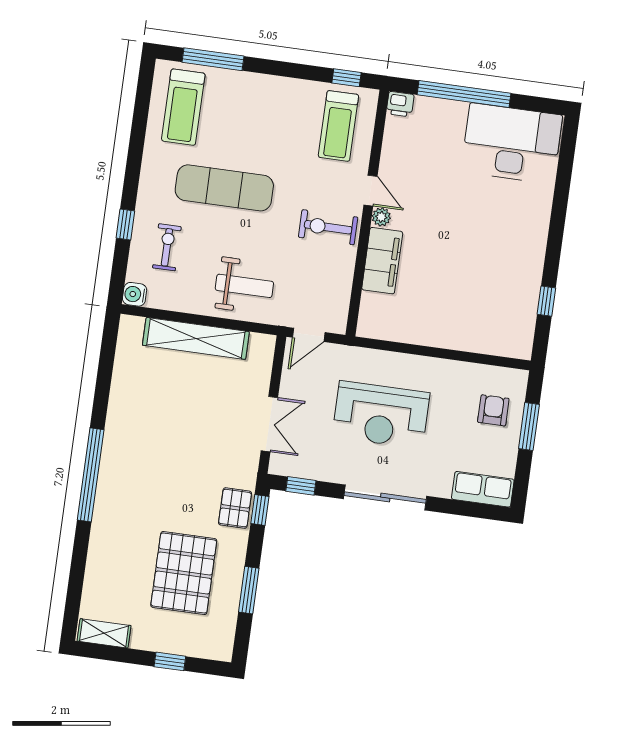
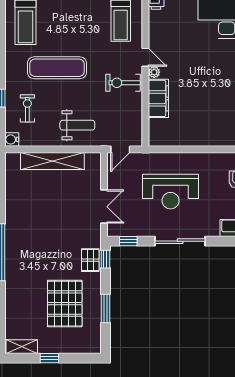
window: (170, 661) -> (49, 358), moved

